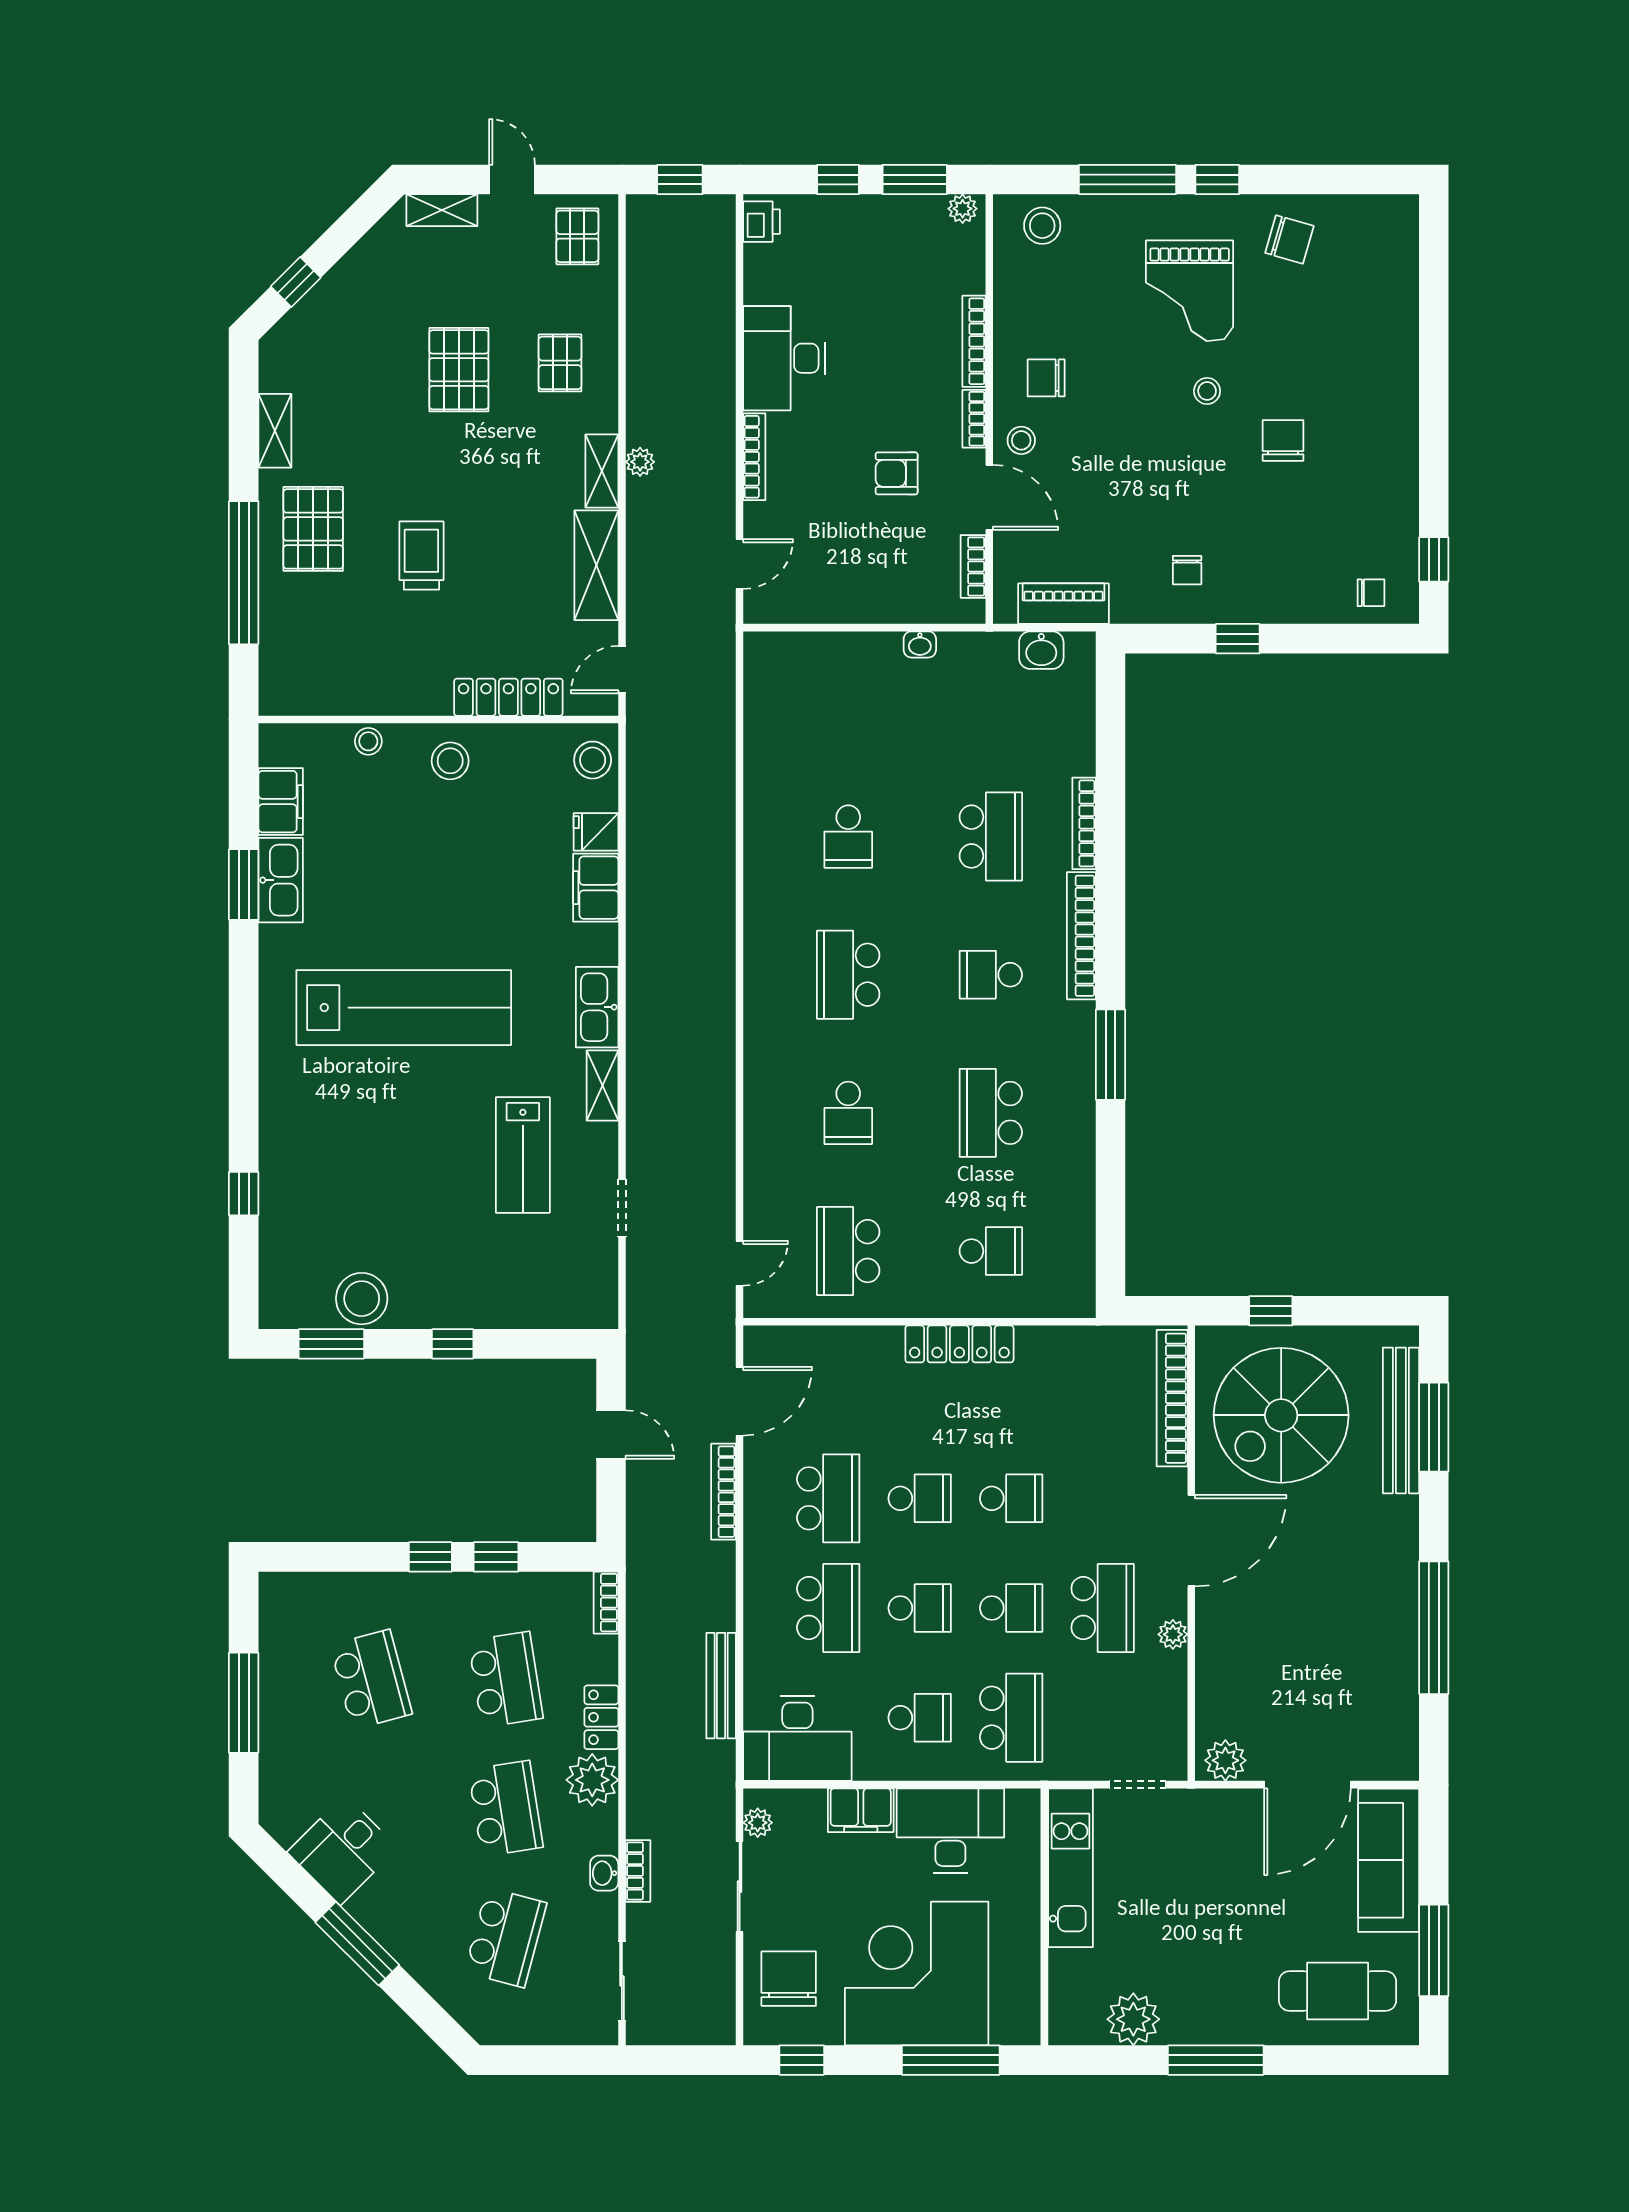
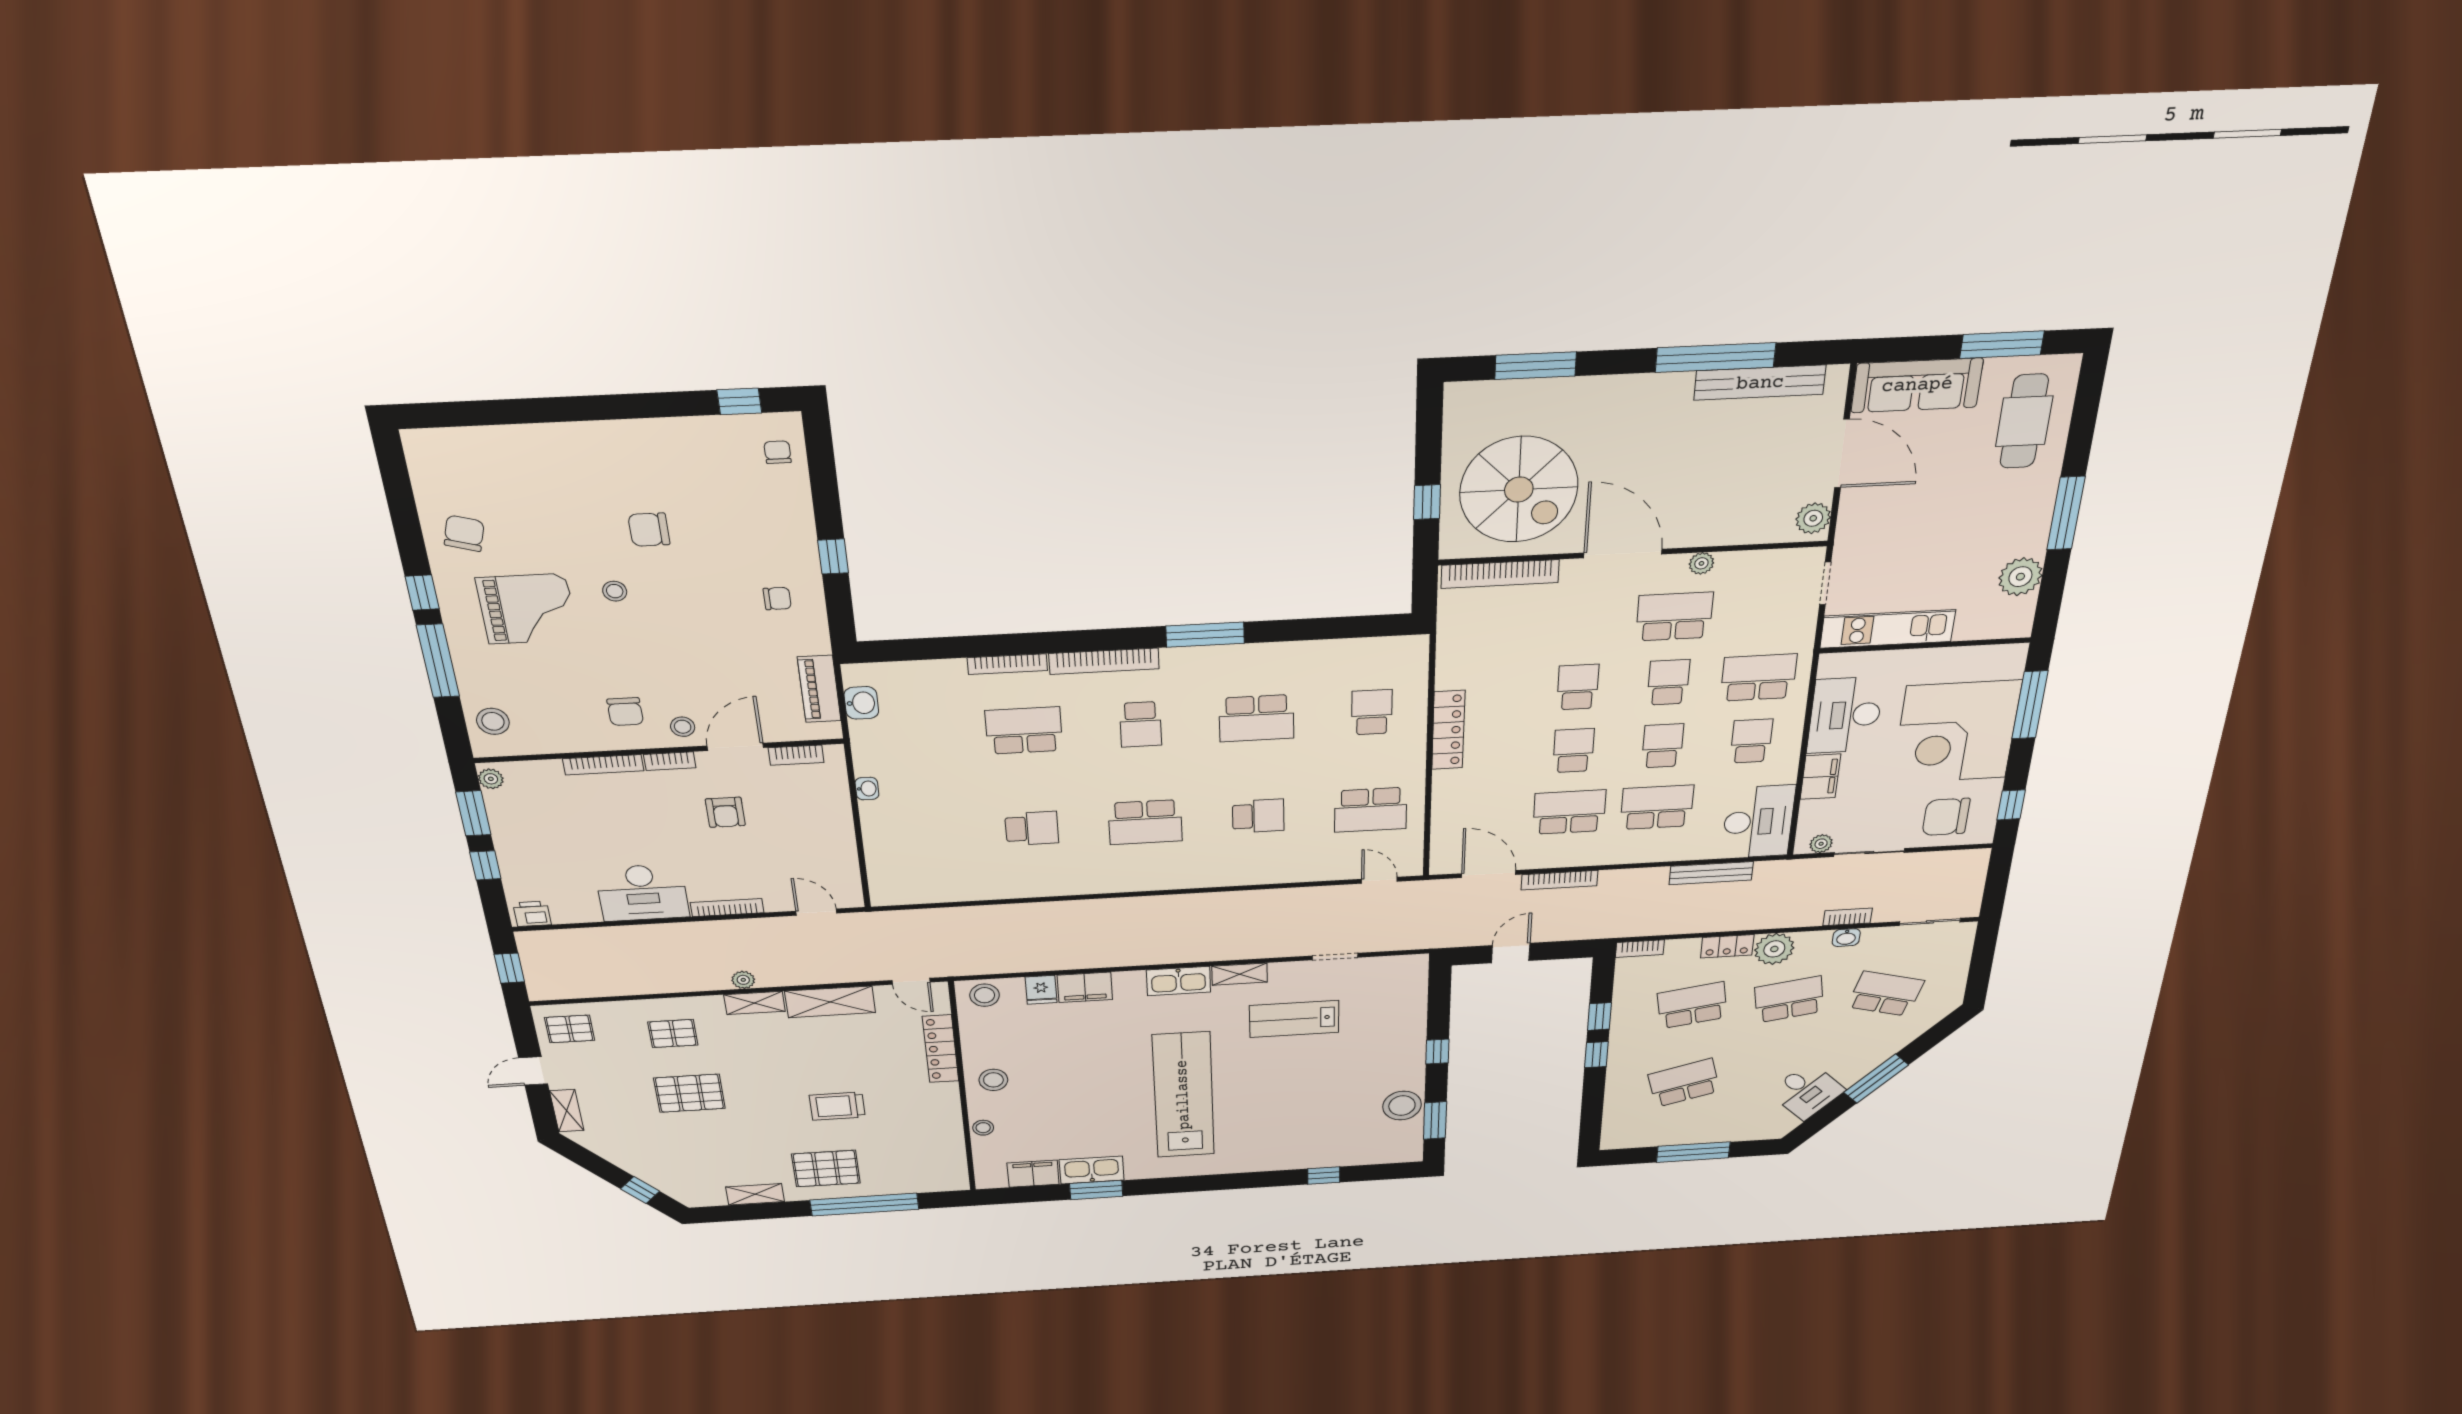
lab bench: (523, 1155) -> (1294, 1019), turned 180
bench: (1401, 1420) -> (1760, 383), moved

